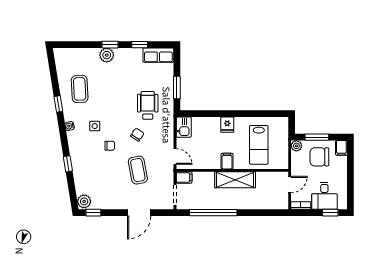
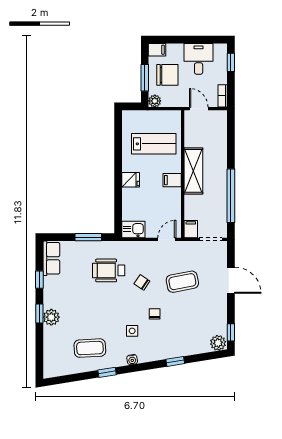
chair: (319, 157) -> (167, 75), turned -90
desk: (324, 196) -> (199, 59), moved, turned -90

